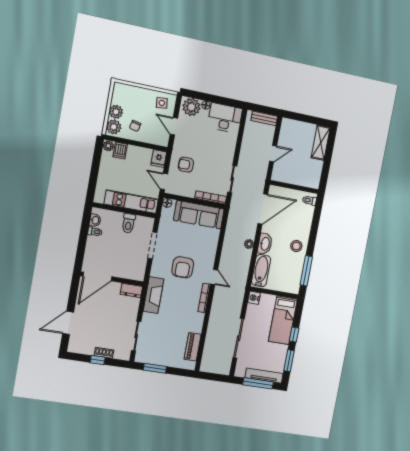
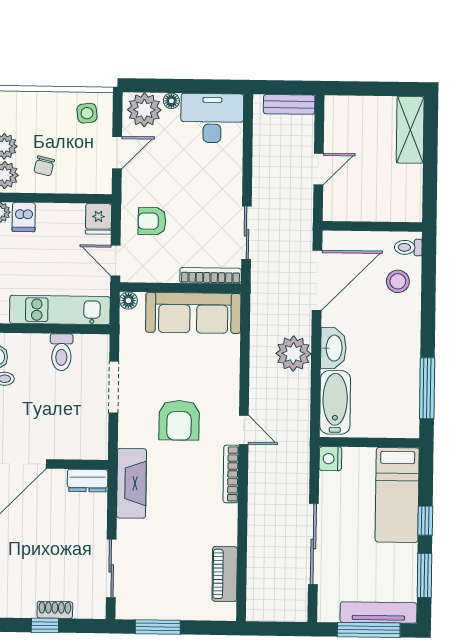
door: (174, 126) -> (117, 153), swing flipped
plant: (249, 244) -> (293, 354), width x1.88, depth x1.88
stool: (296, 246) -> (398, 281), moved

